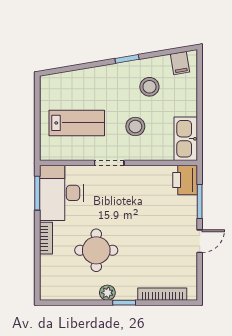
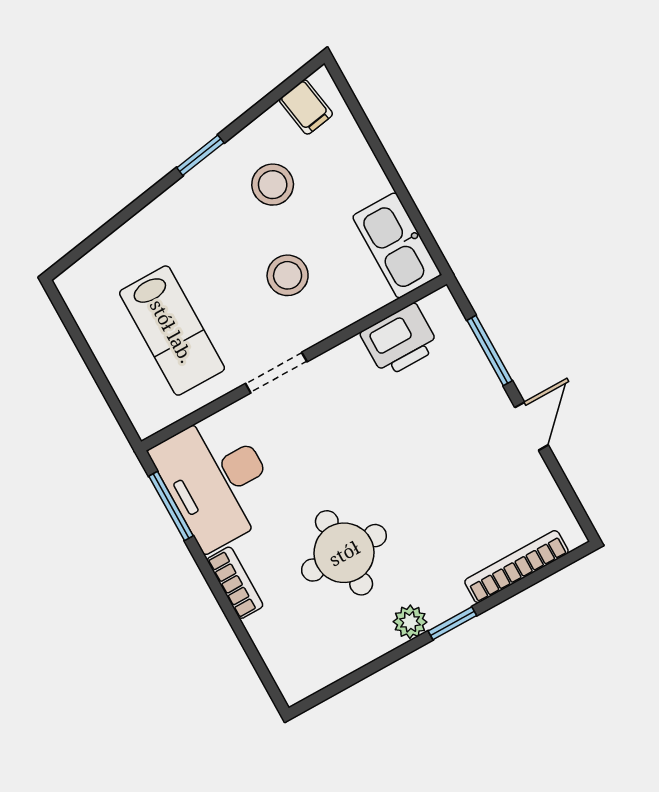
lab bench: (77, 123) -> (172, 331), turned 90
printer: (185, 180) -> (400, 340), moved, turned -90

